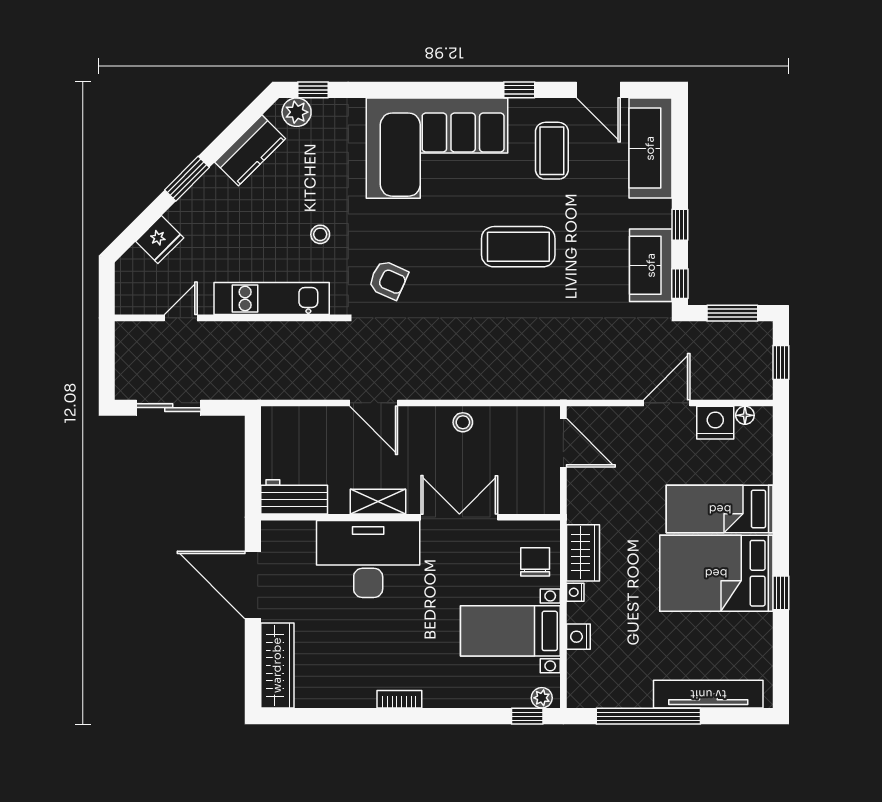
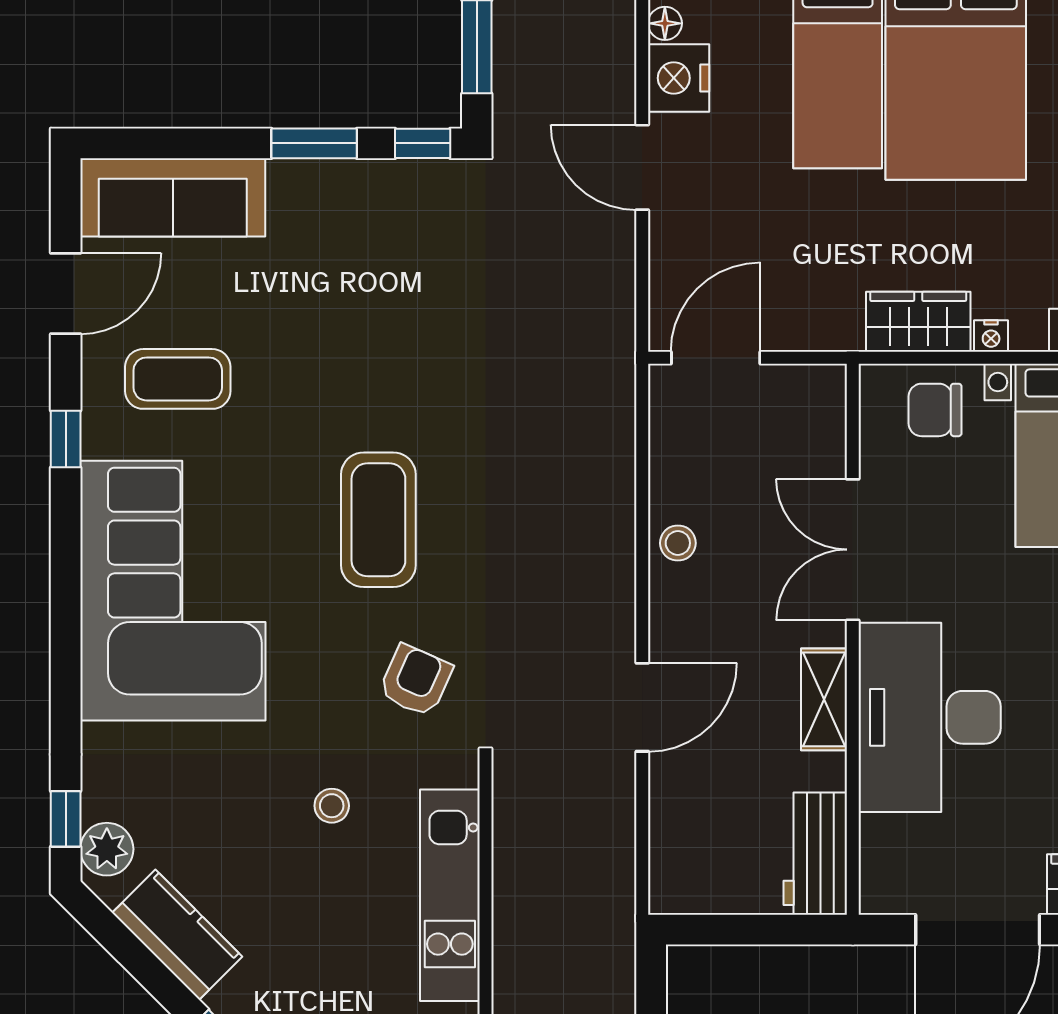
window: (680, 225) -> (314, 143), width x1.50
coffee table: (518, 247) -> (378, 520), moved
sofa: (651, 265) -> (389, 197), removed

